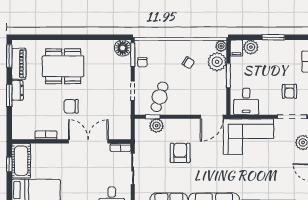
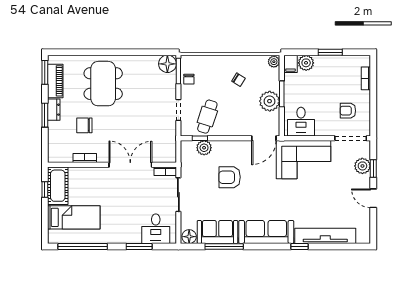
plant: (217, 62) -> (270, 101), moved
dining table: (63, 66) -> (103, 84), turned 90
armchair: (290, 91) -> (348, 111), turned 90
chair: (71, 106) -> (84, 125), moved
armchair: (180, 153) -> (230, 177), turned -90

